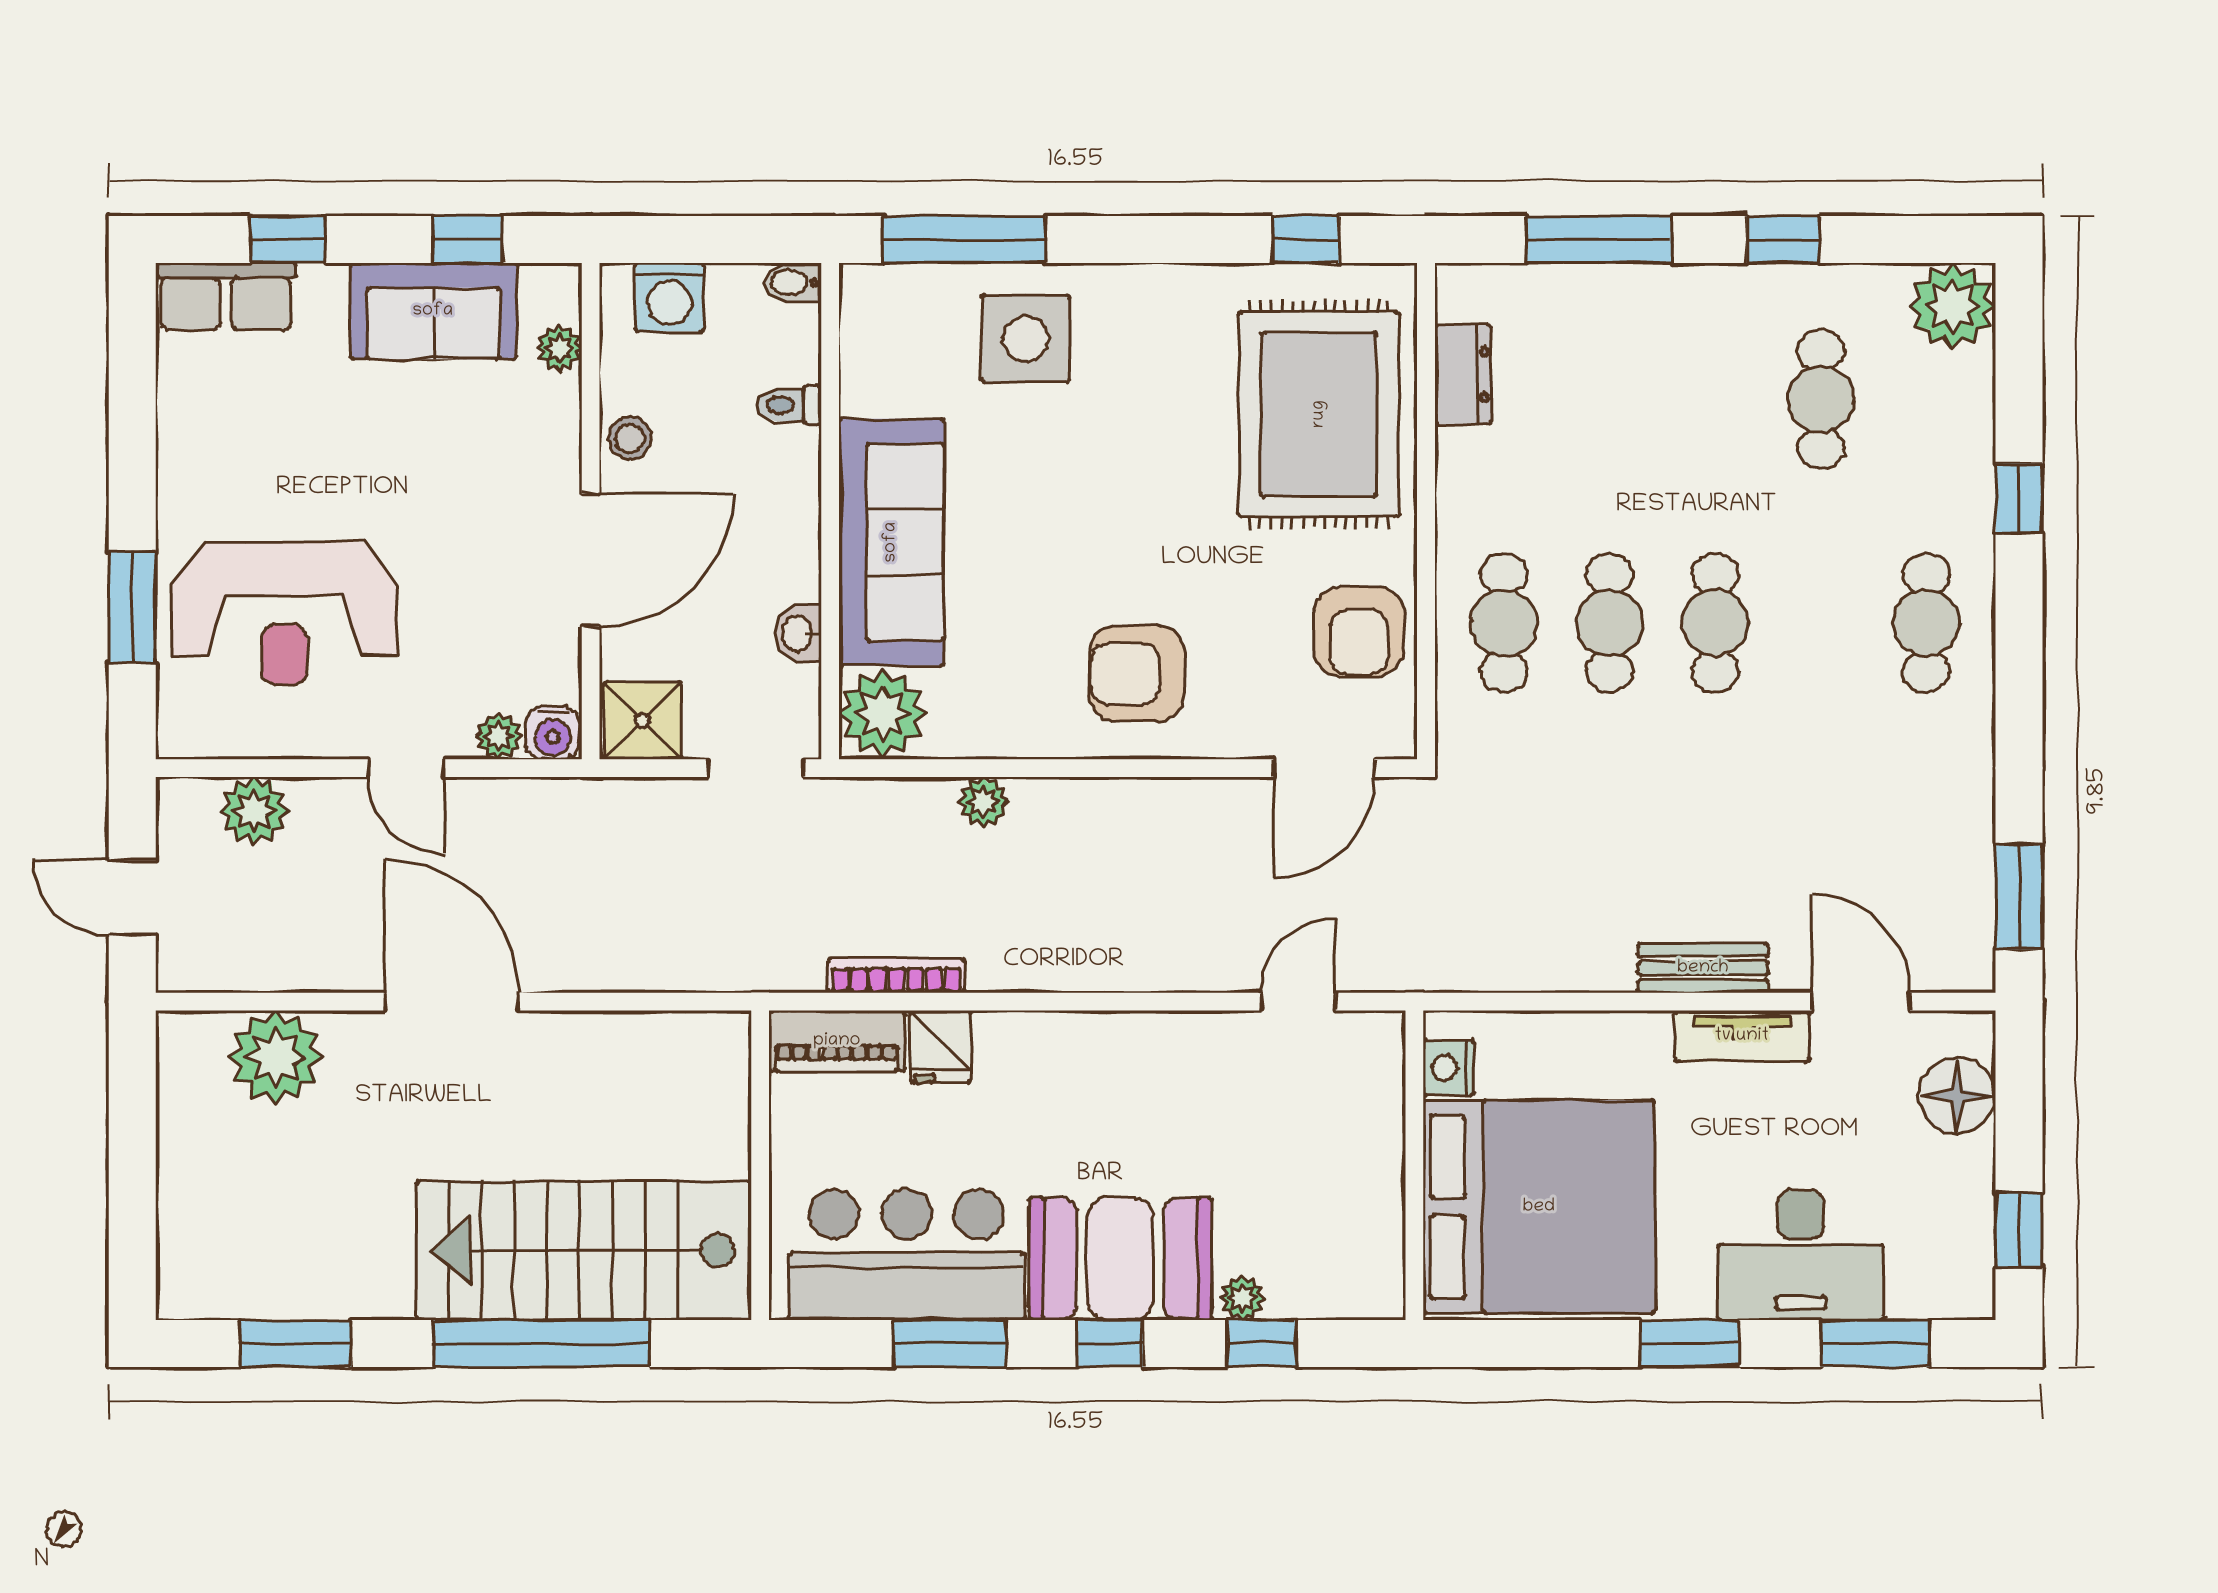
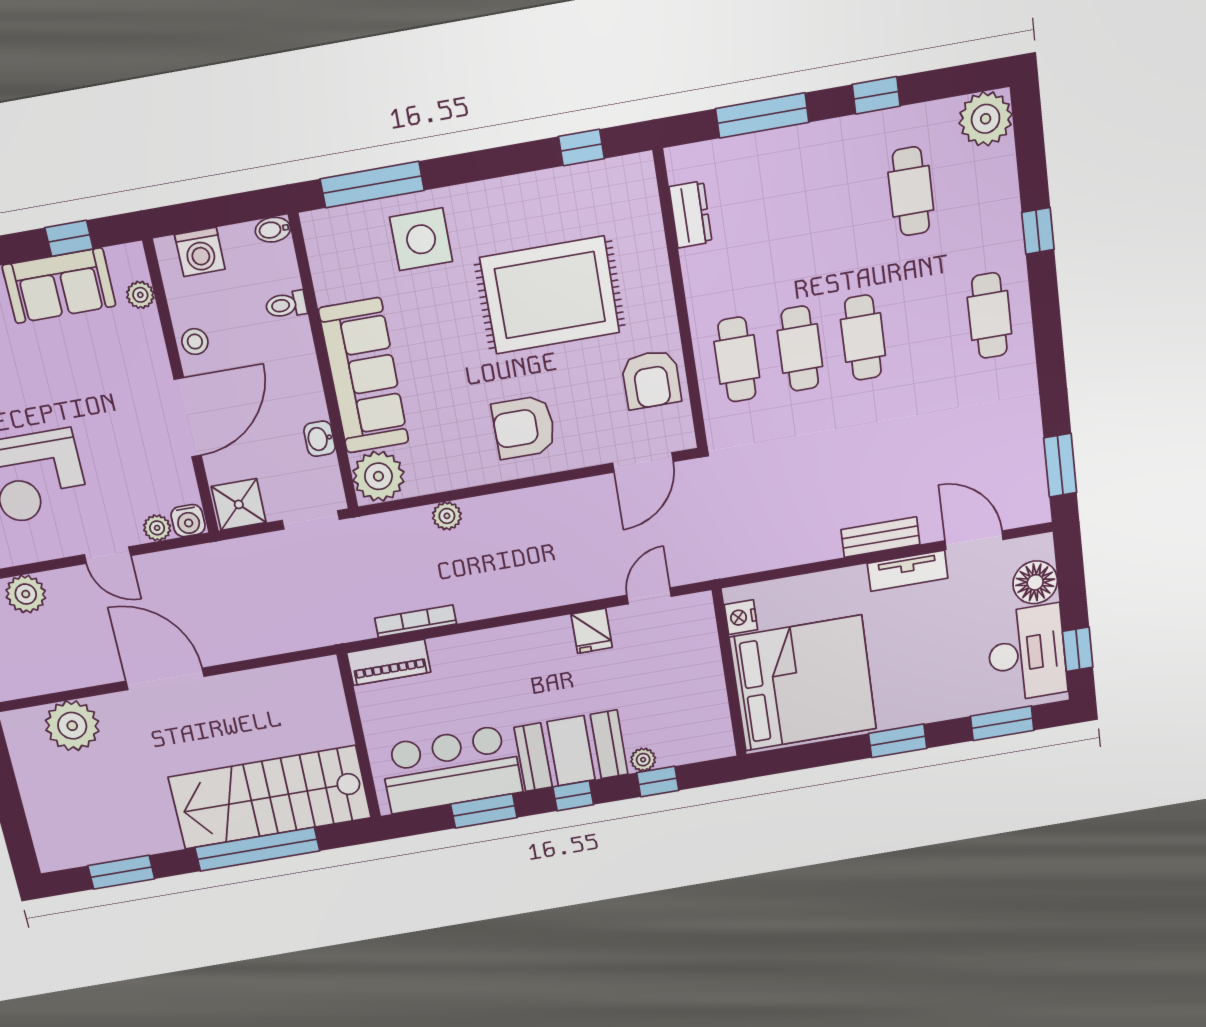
rug: (1319, 414) -> (550, 295), moved, turned 90
fridge: (940, 1047) -> (592, 631), moved
desk: (1801, 1255) -> (1027, 653), moved, turned -90

